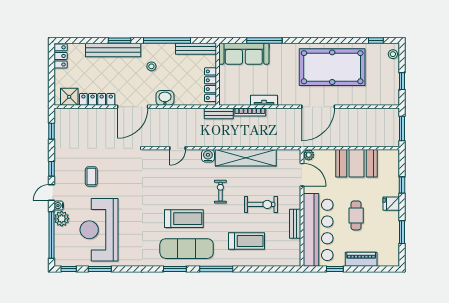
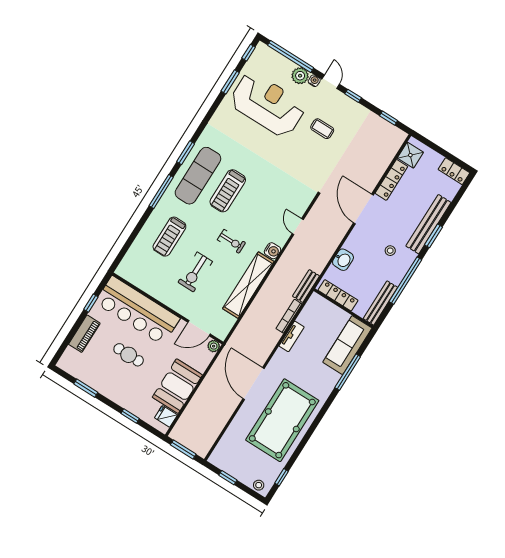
washbasin: (165, 98) -> (343, 260), moved
fridge: (391, 204) -> (166, 416), moved, turned -90
bench: (295, 224) -> (157, 292), removed

